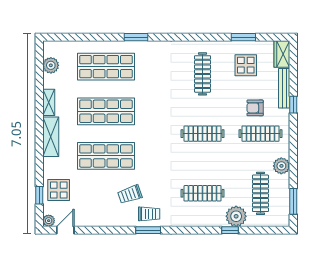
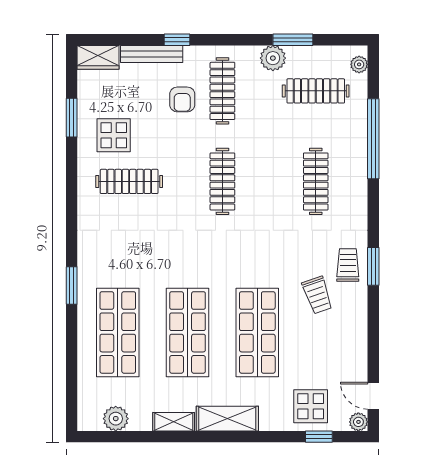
display table: (246, 65) -> (114, 135), moved
window: (293, 201) -> (293, 40), moved
plant: (236, 216) -> (359, 64), moved, width x0.53, depth x0.53
window: (230, 230) -> (373, 139), width x3.17

